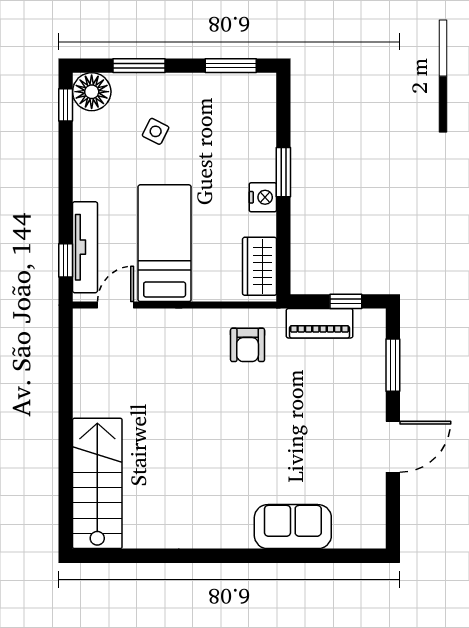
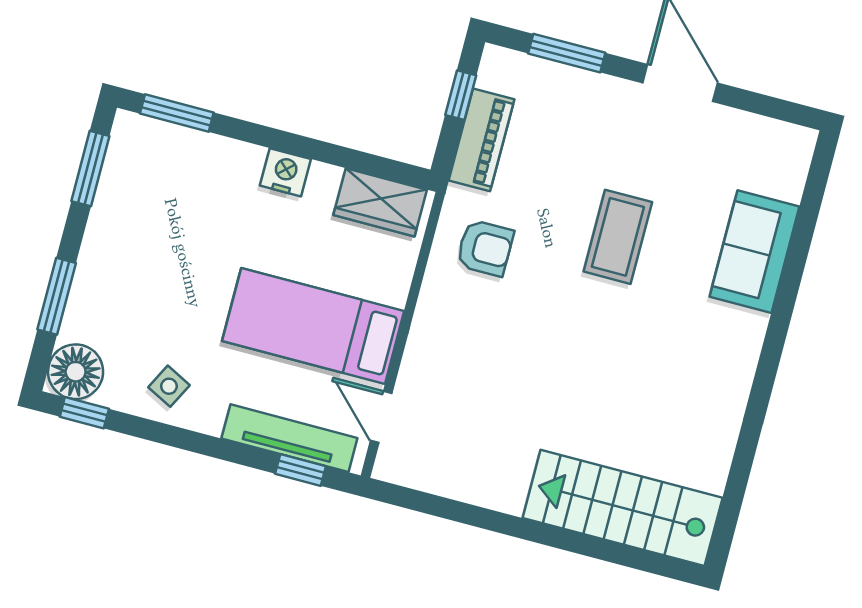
side table: (156, 131) -> (169, 386), moved
window: (283, 172) -> (177, 113), moved
coffee table: (279, 432) -> (618, 237), added

